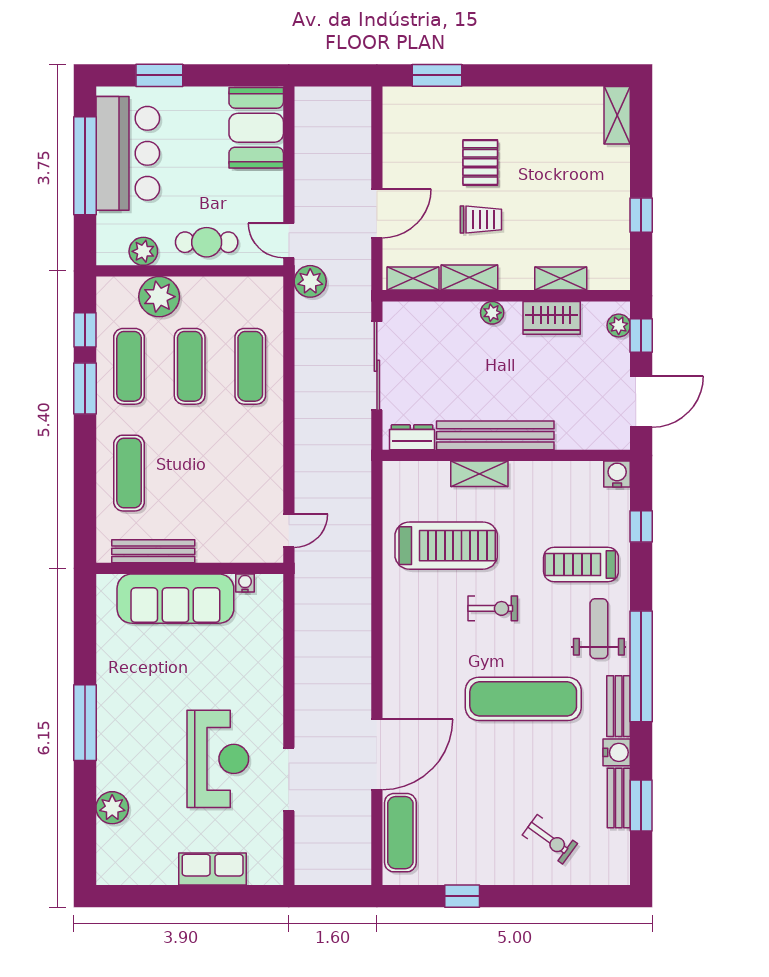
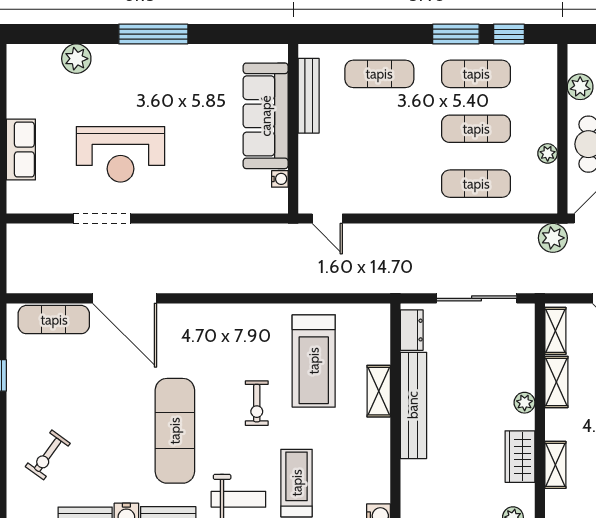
plant: (159, 297) -> (548, 153), moved, width x0.53, depth x0.53

